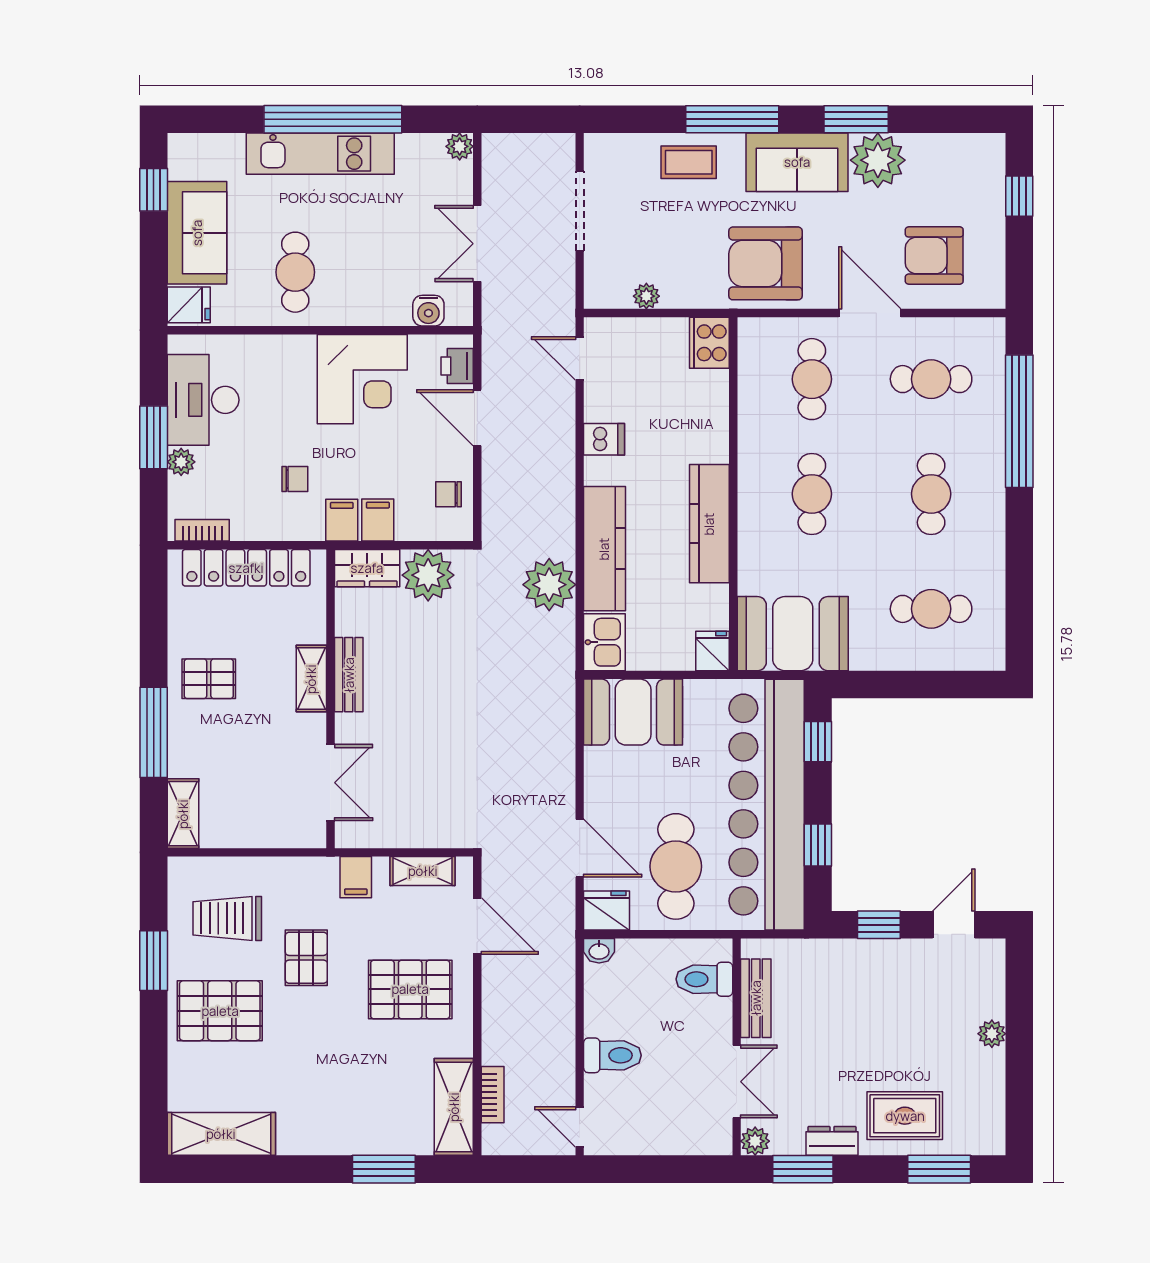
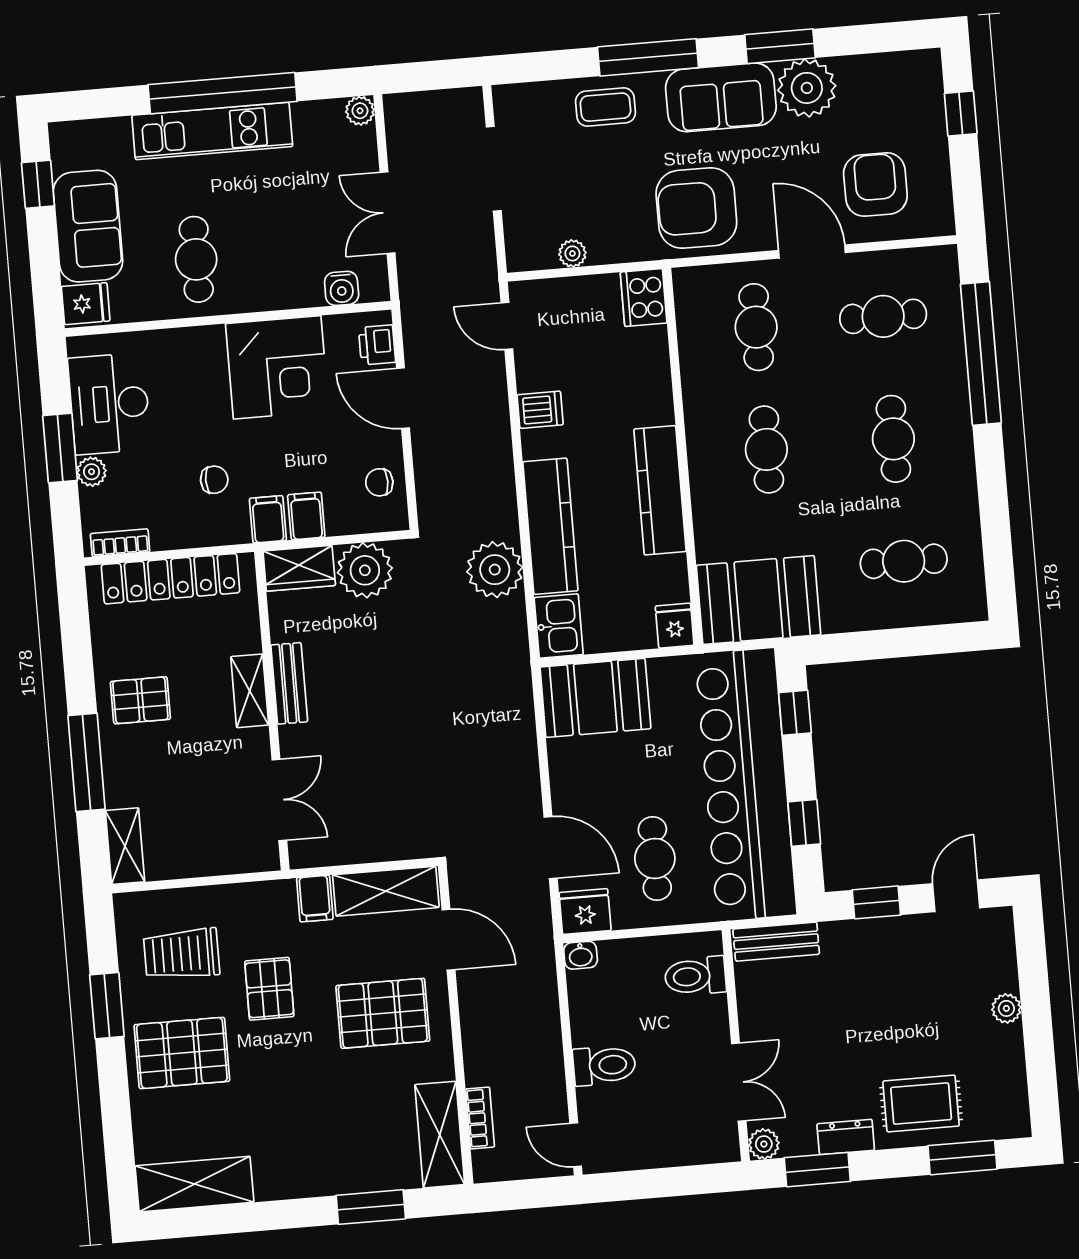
armchair: (934, 256) -> (875, 184), turned 90
cafe table: (676, 866) -> (655, 858), width x0.73, depth x0.74
shelving: (423, 871) -> (386, 891), width x1.50, depth x1.33
bench: (756, 998) -> (776, 942), moved, turned 90

